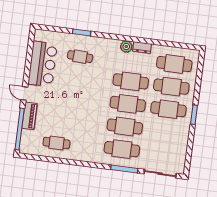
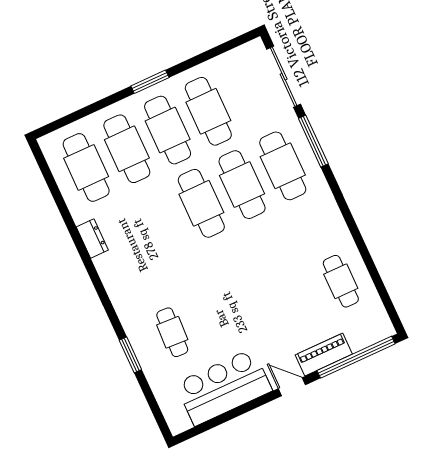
plant: (126, 46) -> (107, 266), removed
cafe table: (131, 81) -> (208, 111), moved
door: (24, 93) -> (292, 387), swing flipped

